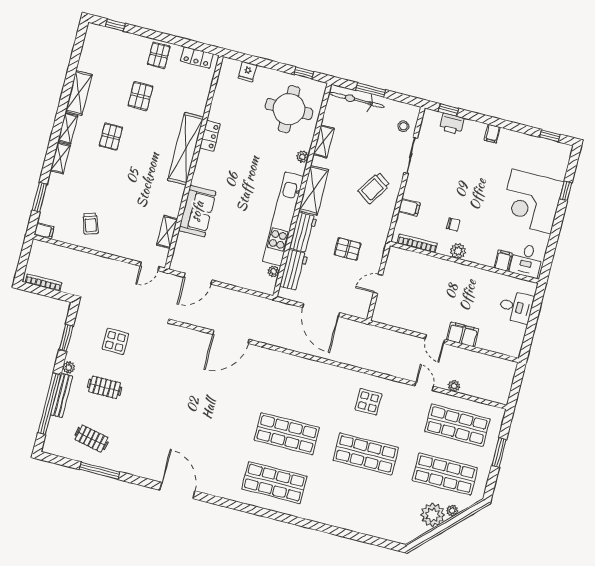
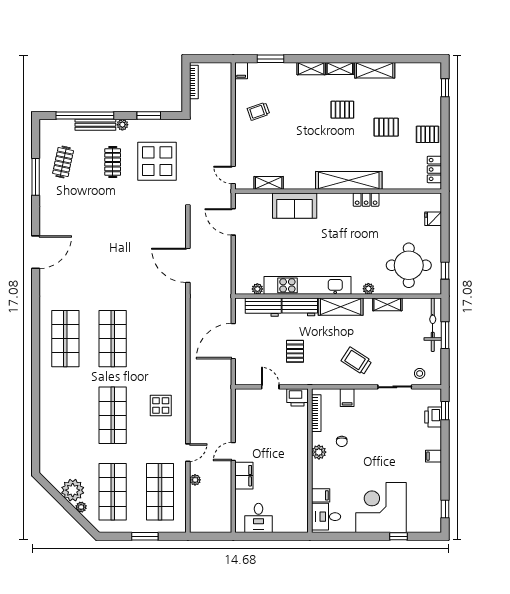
printer: (396, 259) -> (297, 397), added
desk: (516, 307) -> (259, 518), moved
display table: (115, 341) -> (157, 161), width x1.86, depth x1.86

